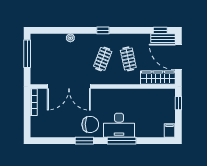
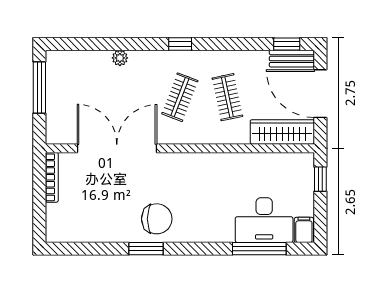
double door: (69, 86) -> (117, 148), swing flipped
desk: (119, 125) -> (264, 220), moved
window: (122, 141) -> (259, 249), moved

